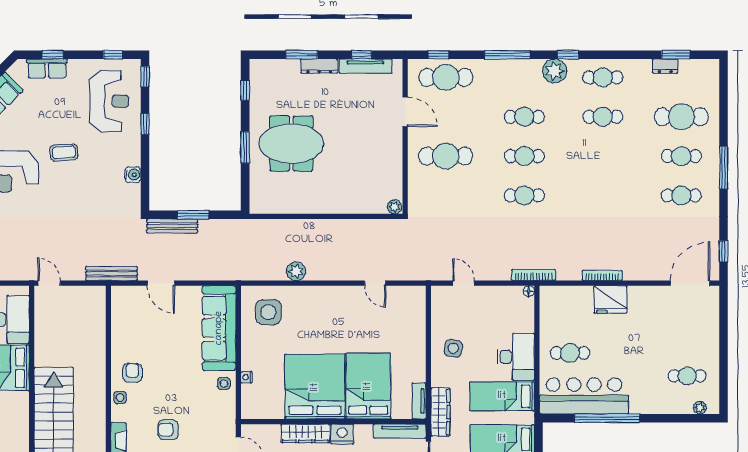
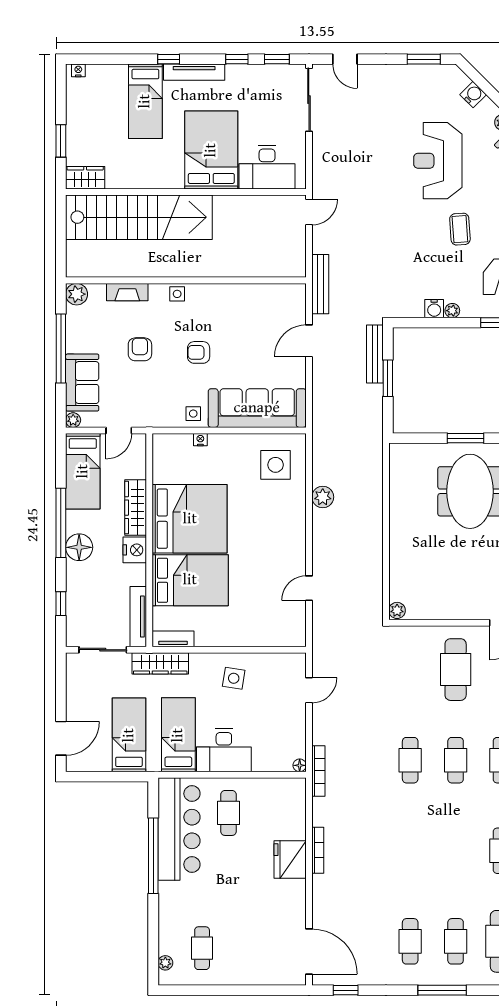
plant: (135, 159) -> (452, 311), added
armchair: (132, 373) -> (199, 352), moved, turned 180

